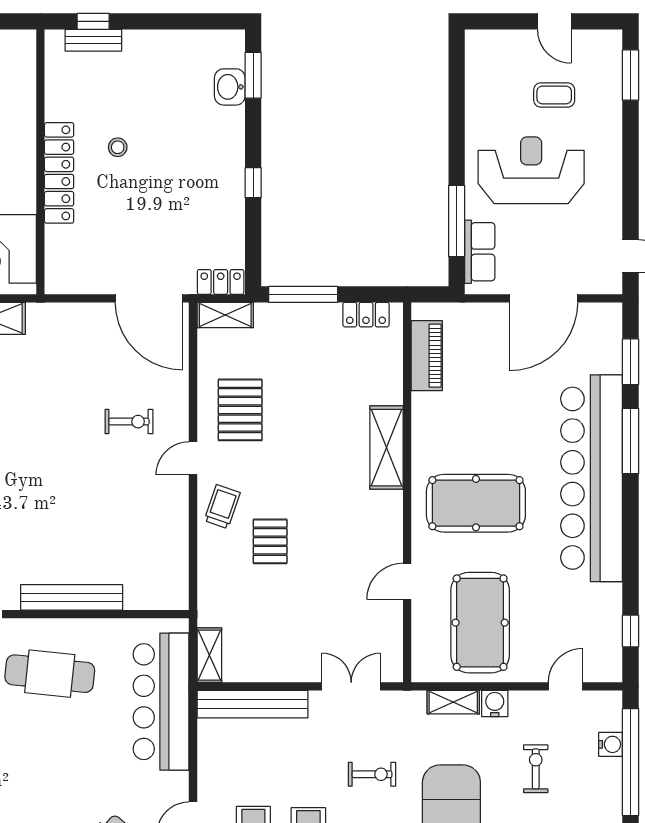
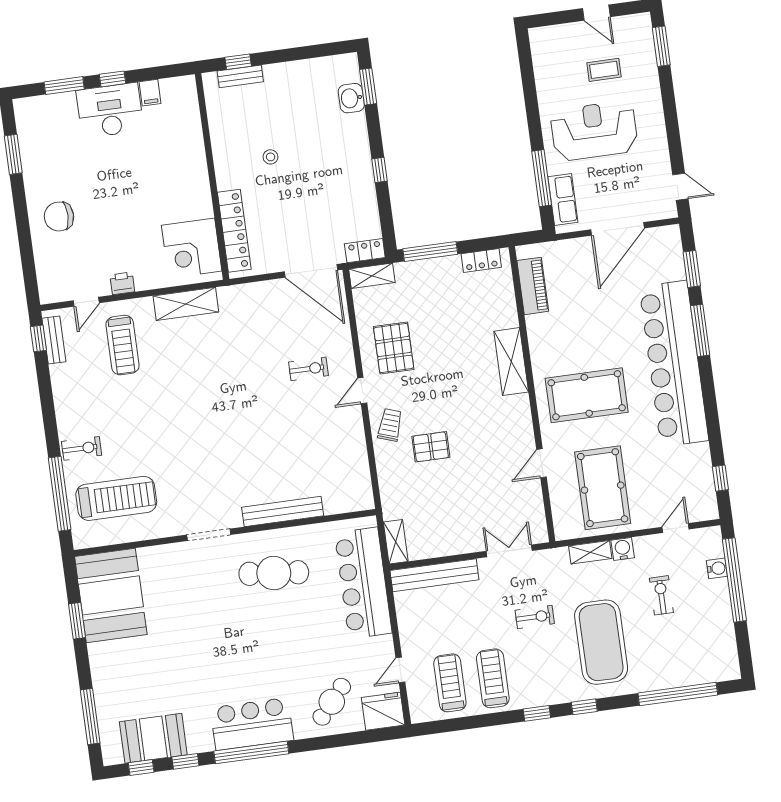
locker: (59, 173) -> (234, 231), moved
pallet: (270, 541) -> (431, 447), turned 90

